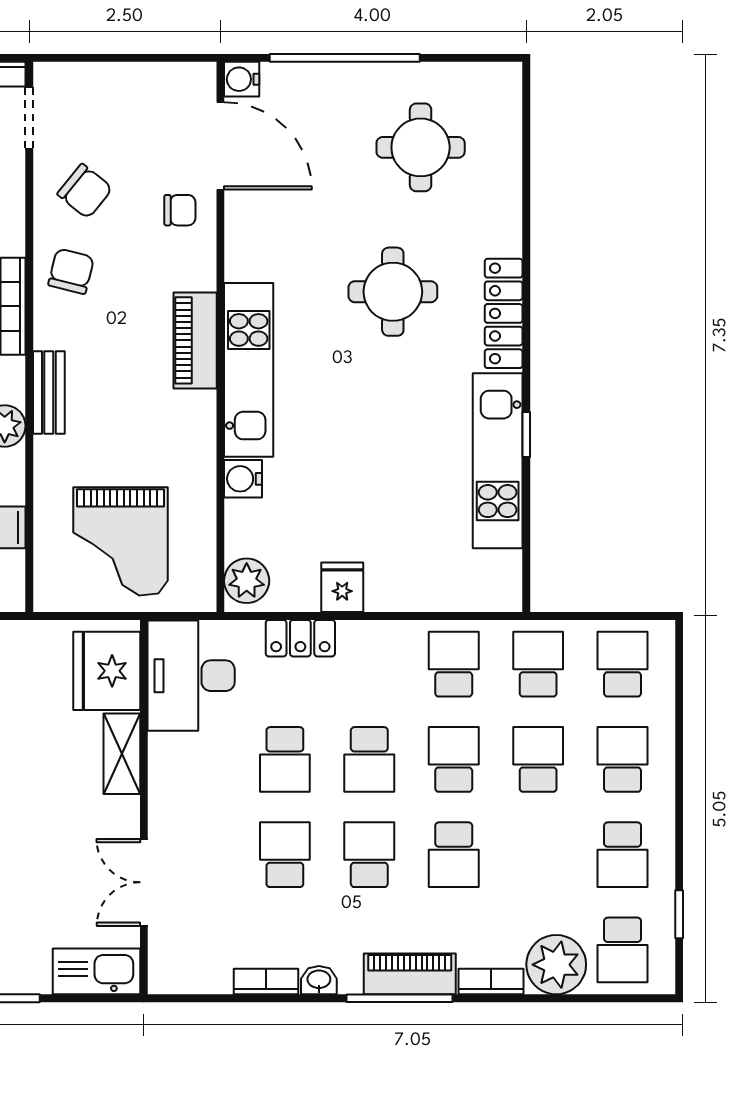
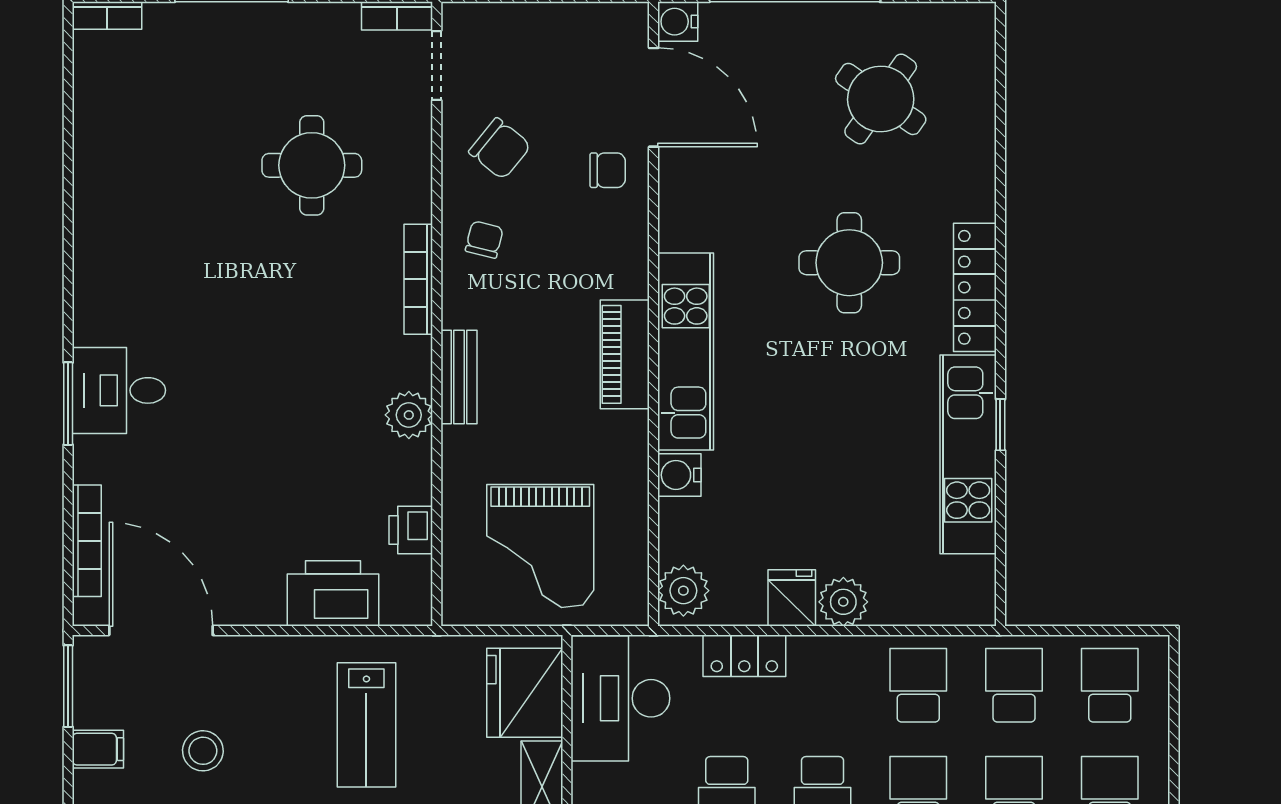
round table: (421, 147) -> (881, 99), turned 35
chair: (71, 271) -> (484, 240), width x0.73, depth x0.73
piano: (195, 340) -> (625, 354), moved
plant: (388, 591) -> (843, 602), added

